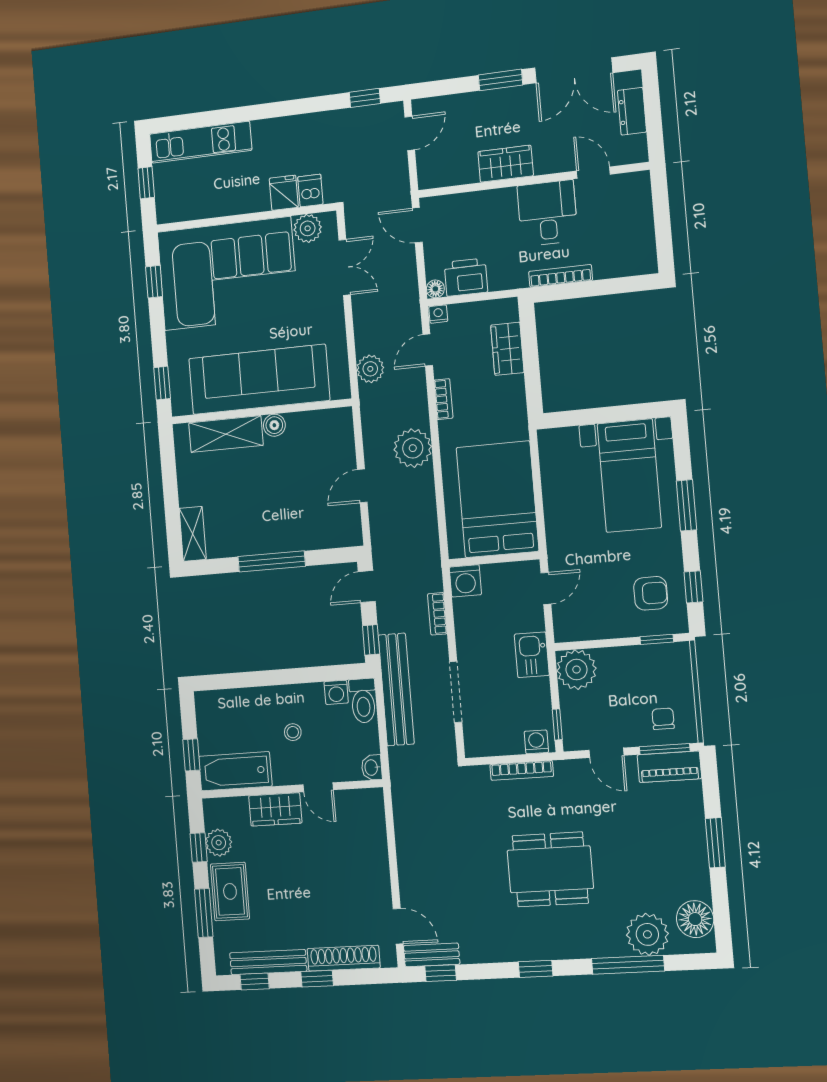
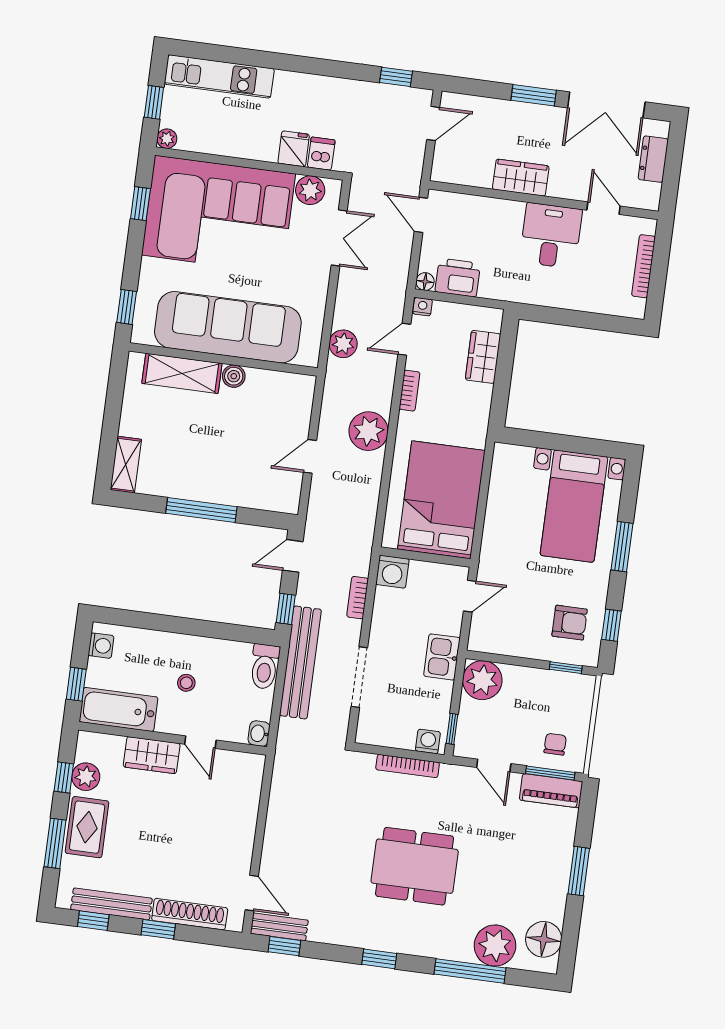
plant: (165, 214) -> (167, 139), added
bookcase: (561, 276) -> (643, 266), moved, turned -90
washing machine: (336, 692) -> (101, 646), moved, turned -90

